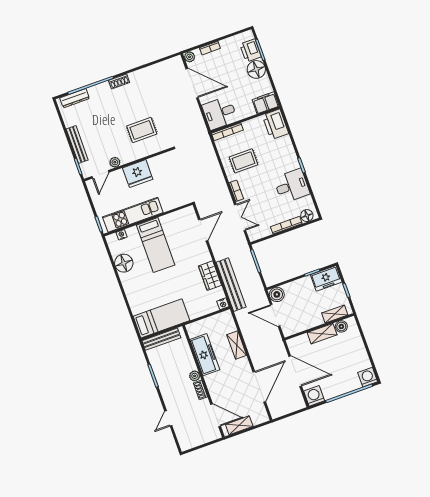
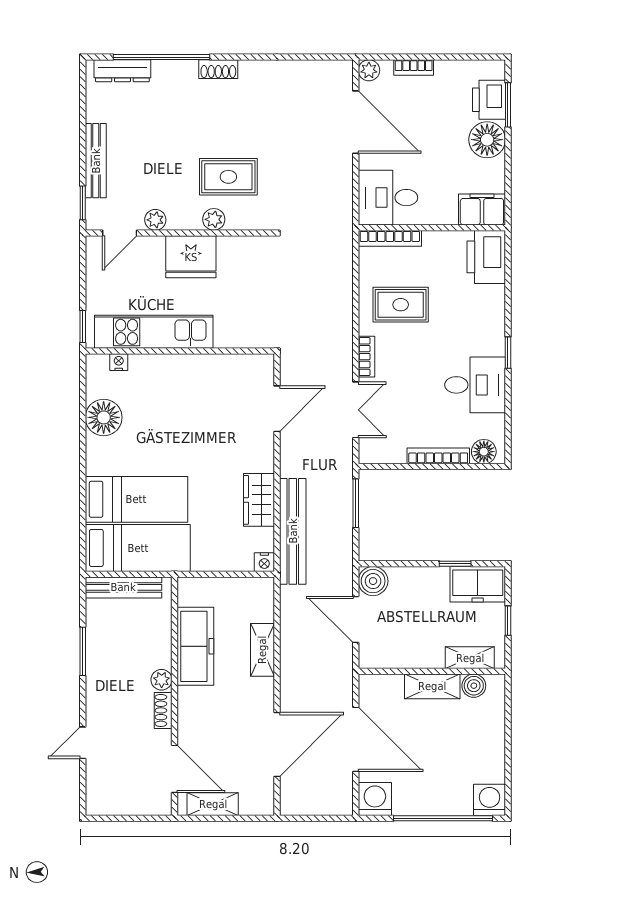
plant: (142, 152) -> (214, 219), added
bed: (156, 245) -> (136, 499), moved, turned -90

